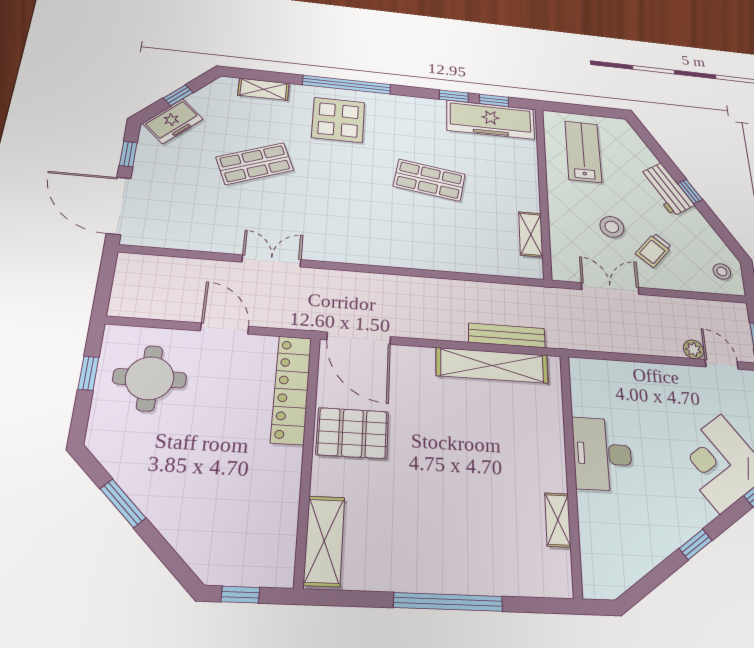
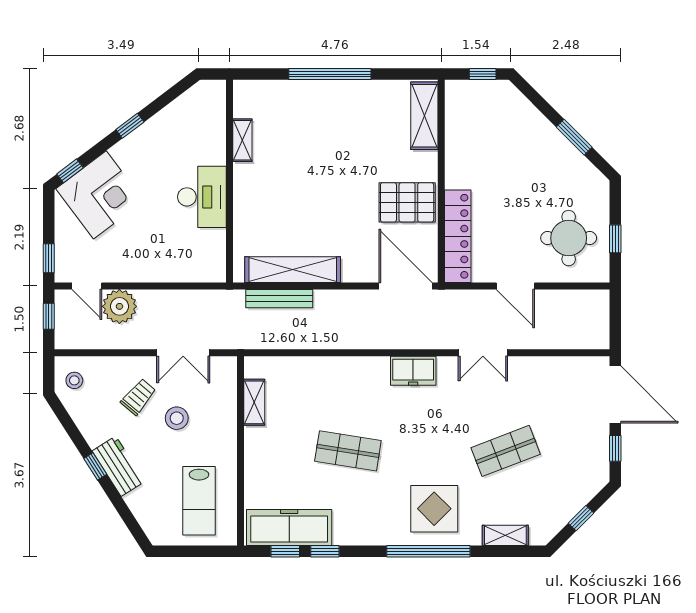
freezer: (173, 121) -> (413, 371), moved, turned -135
plant: (693, 349) -> (119, 306), width x1.87, depth x1.87

